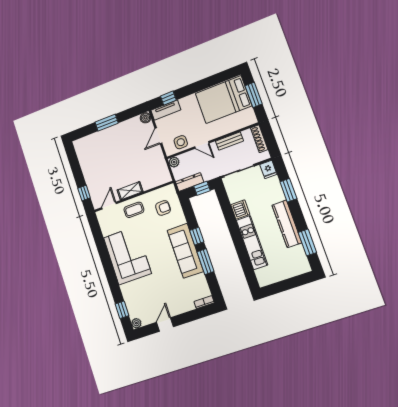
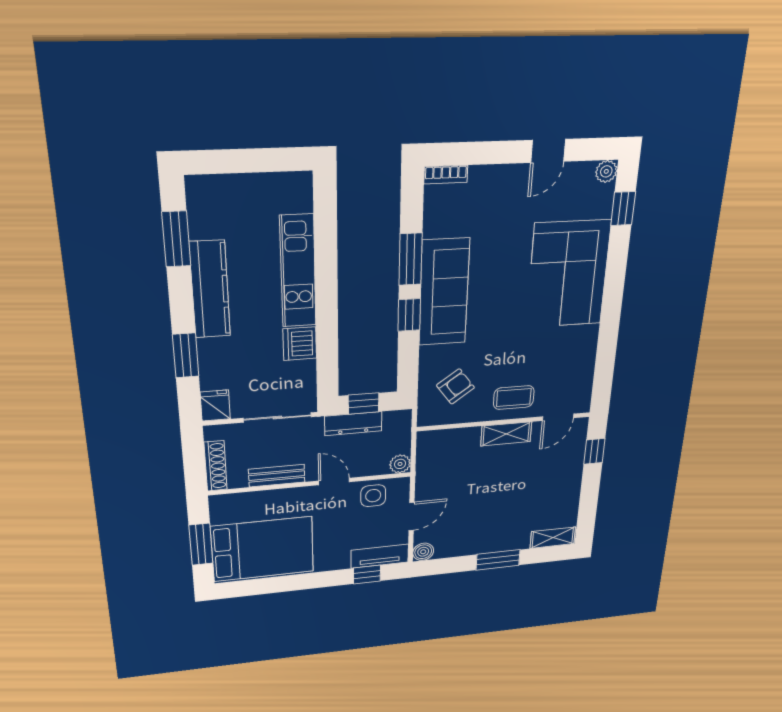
shelving: (84, 142) -> (553, 538), added
dresser: (190, 182) -> (353, 424), moved
armchair: (163, 208) -> (456, 386), turned 144
corner sofa: (127, 256) -> (568, 274), moved

